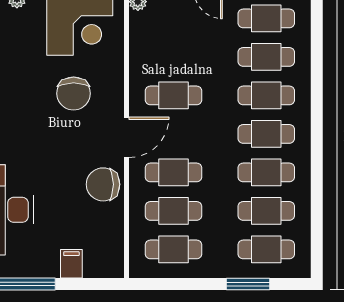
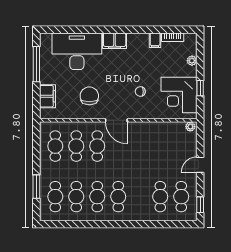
chair: (74, 93) -> (140, 92), width x0.54, depth x0.54
cafe table: (173, 95) -> (139, 146), removed
cafe table: (266, 95) -> (139, 197), removed
chair: (103, 184) -> (89, 96), moved
filing cabinet: (71, 264) -> (47, 96), width x2.00

